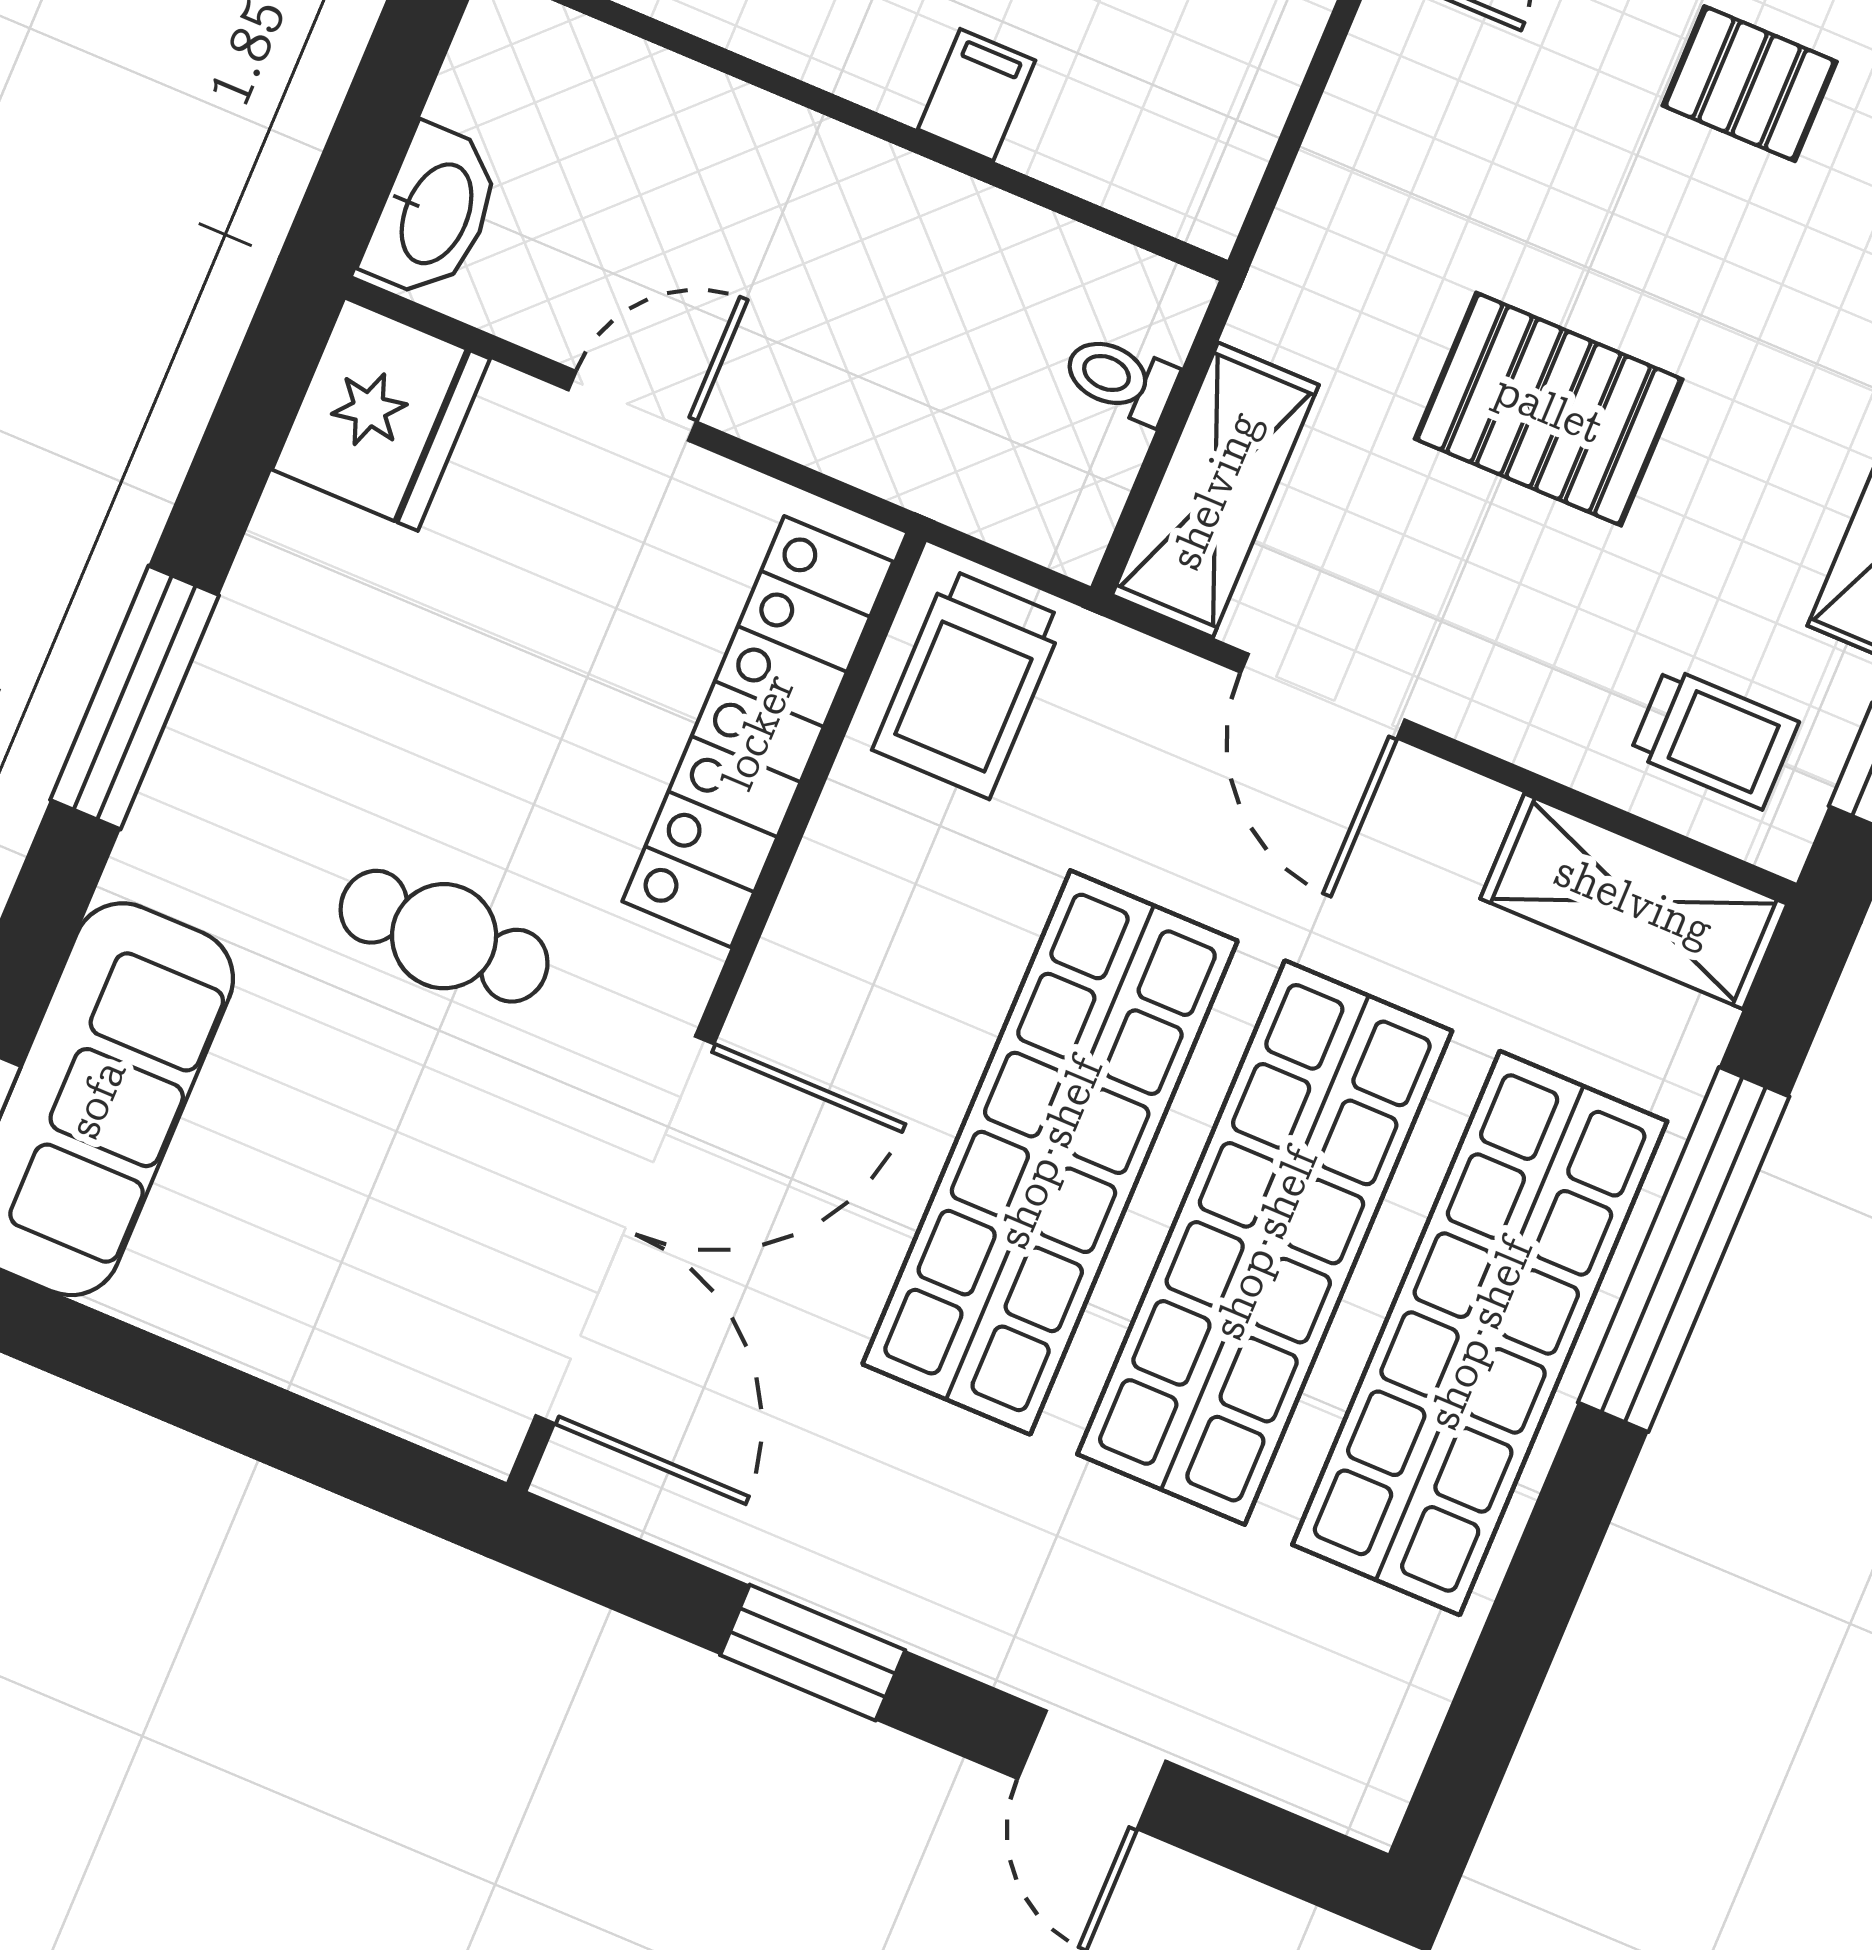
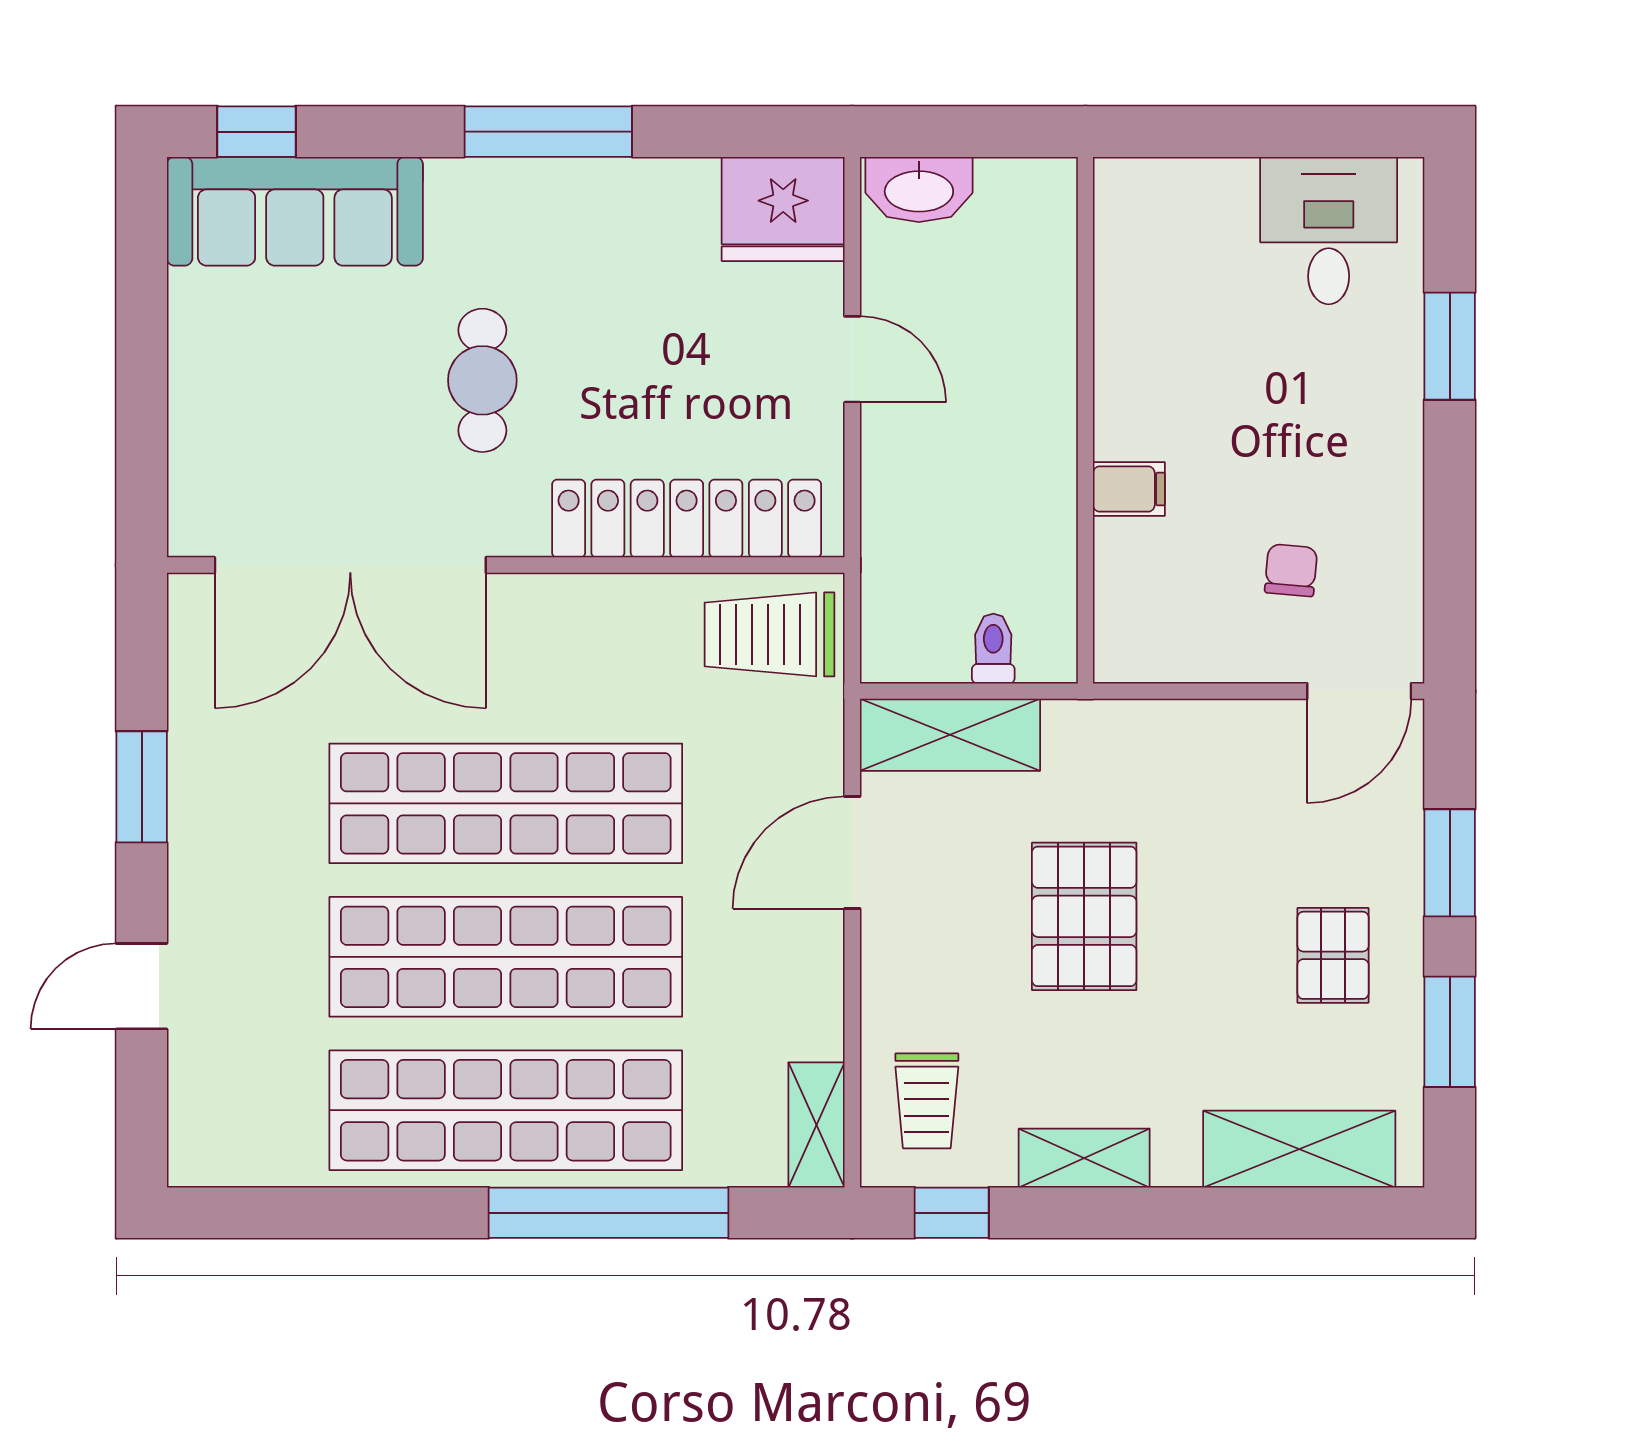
shelving: (1634, 901) -> (817, 1125), width x0.67, depth x0.75

